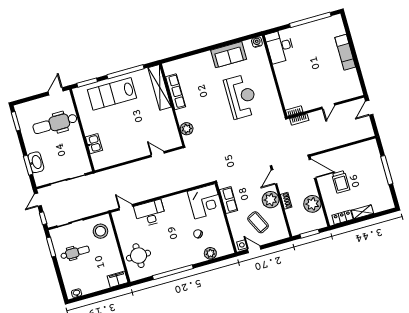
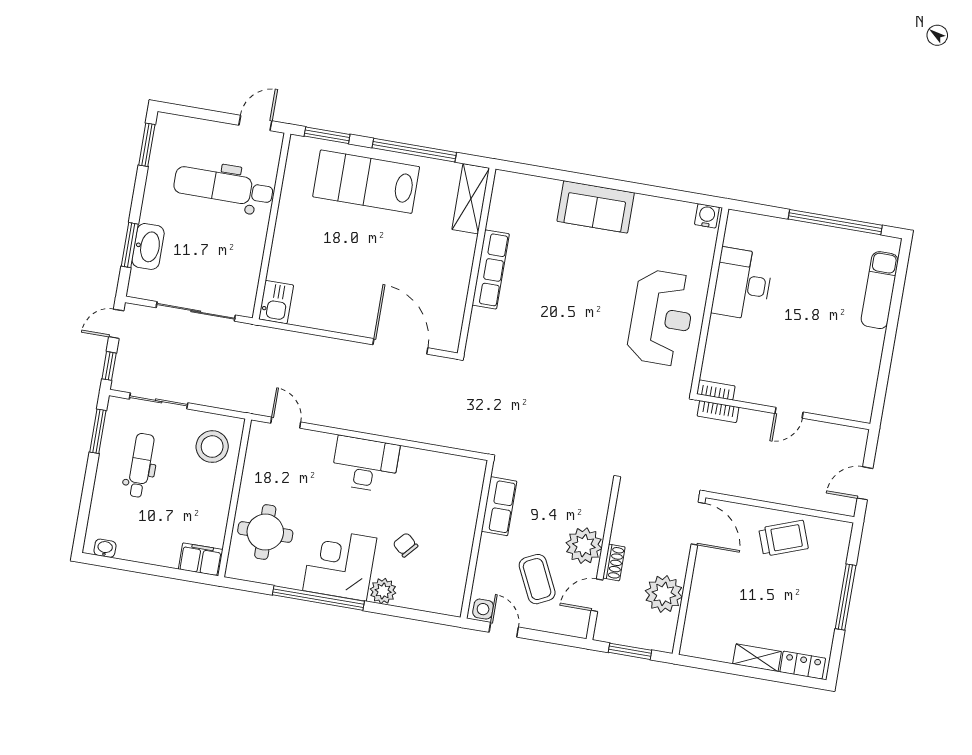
desk: (280, 46) -> (742, 284), moved
exam couch: (345, 52) -> (880, 290), moved
sofa: (229, 55) -> (596, 207), moved
shelving: (160, 87) -> (471, 199), width x0.68
row of seats: (176, 92) -> (491, 269), moved
reception desk: (241, 97) -> (661, 318), moved
door: (369, 108) -> (865, 483), moved
plant: (187, 129) -> (483, 323), removed
kitchen sink: (94, 144) -> (276, 302), moved
door: (158, 154) -> (400, 346), width x1.87
door: (274, 177) -> (597, 595), moved
trolley: (341, 182) -> (783, 538), moved, turned -110
corner desk: (205, 201) -> (340, 564), moved, turned 180
desk: (150, 213) -> (365, 464), moved
locker: (342, 217) -> (803, 665), moved
dental chair: (75, 253) -> (141, 465), turned -90
plant: (210, 253) -> (383, 591), moved

